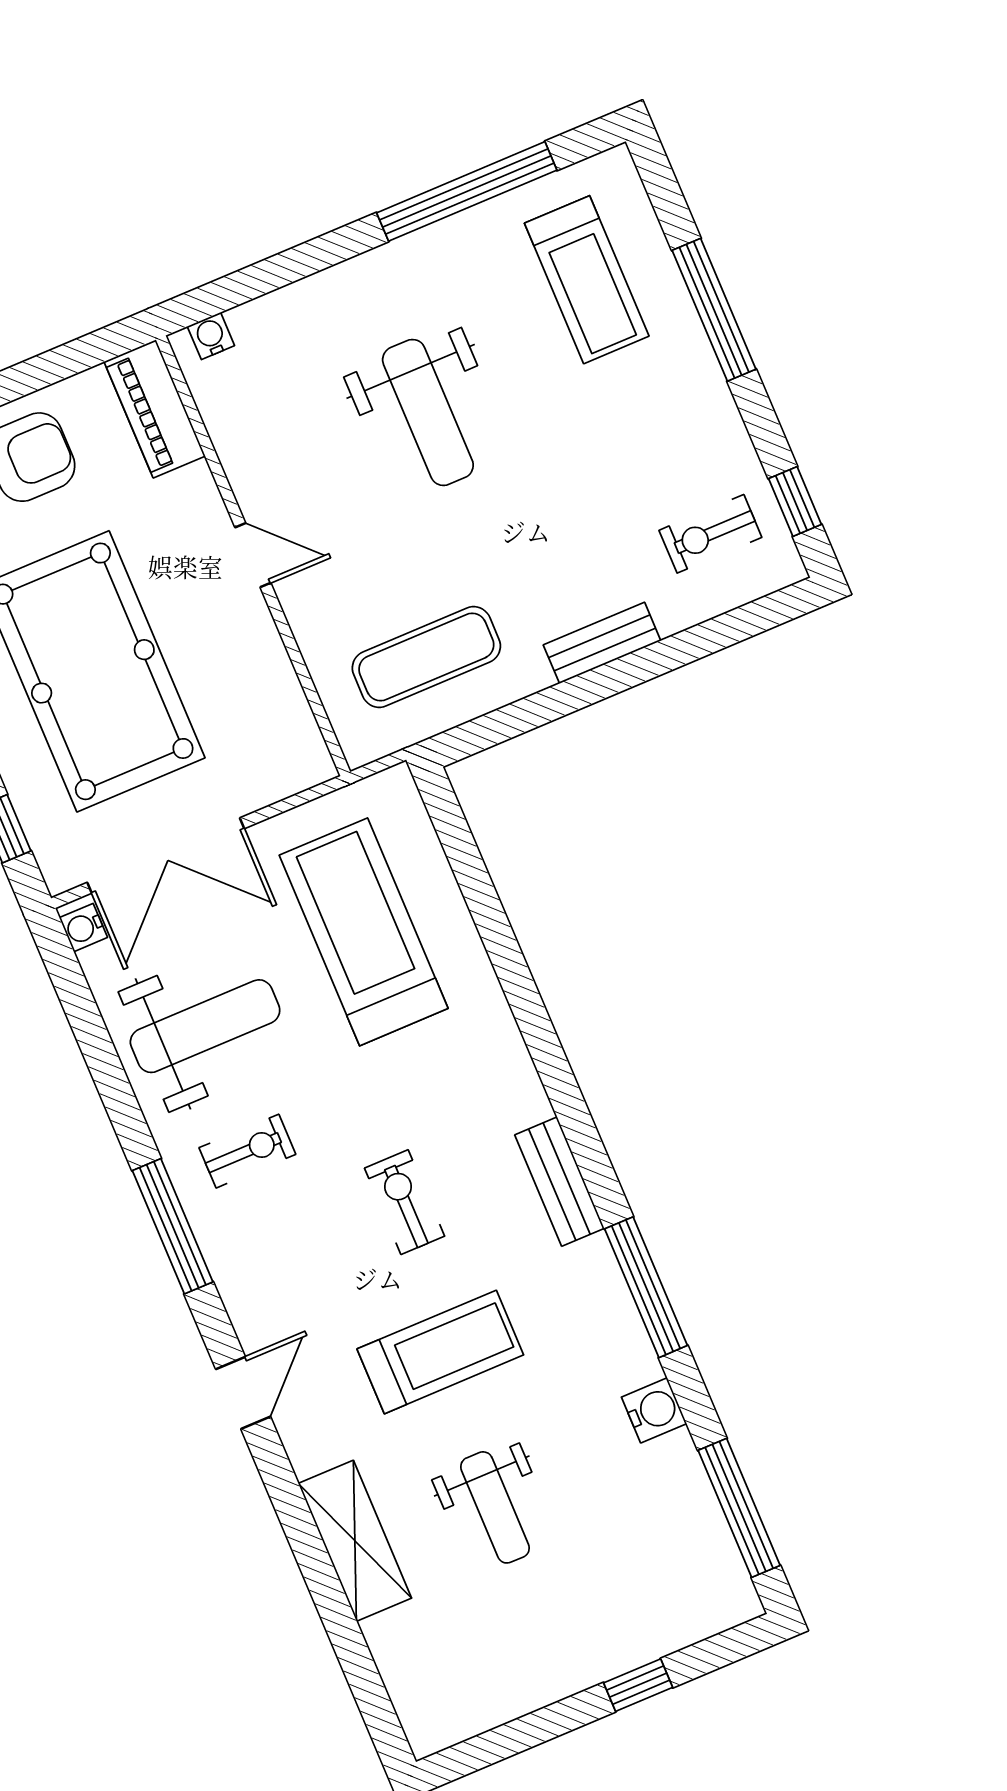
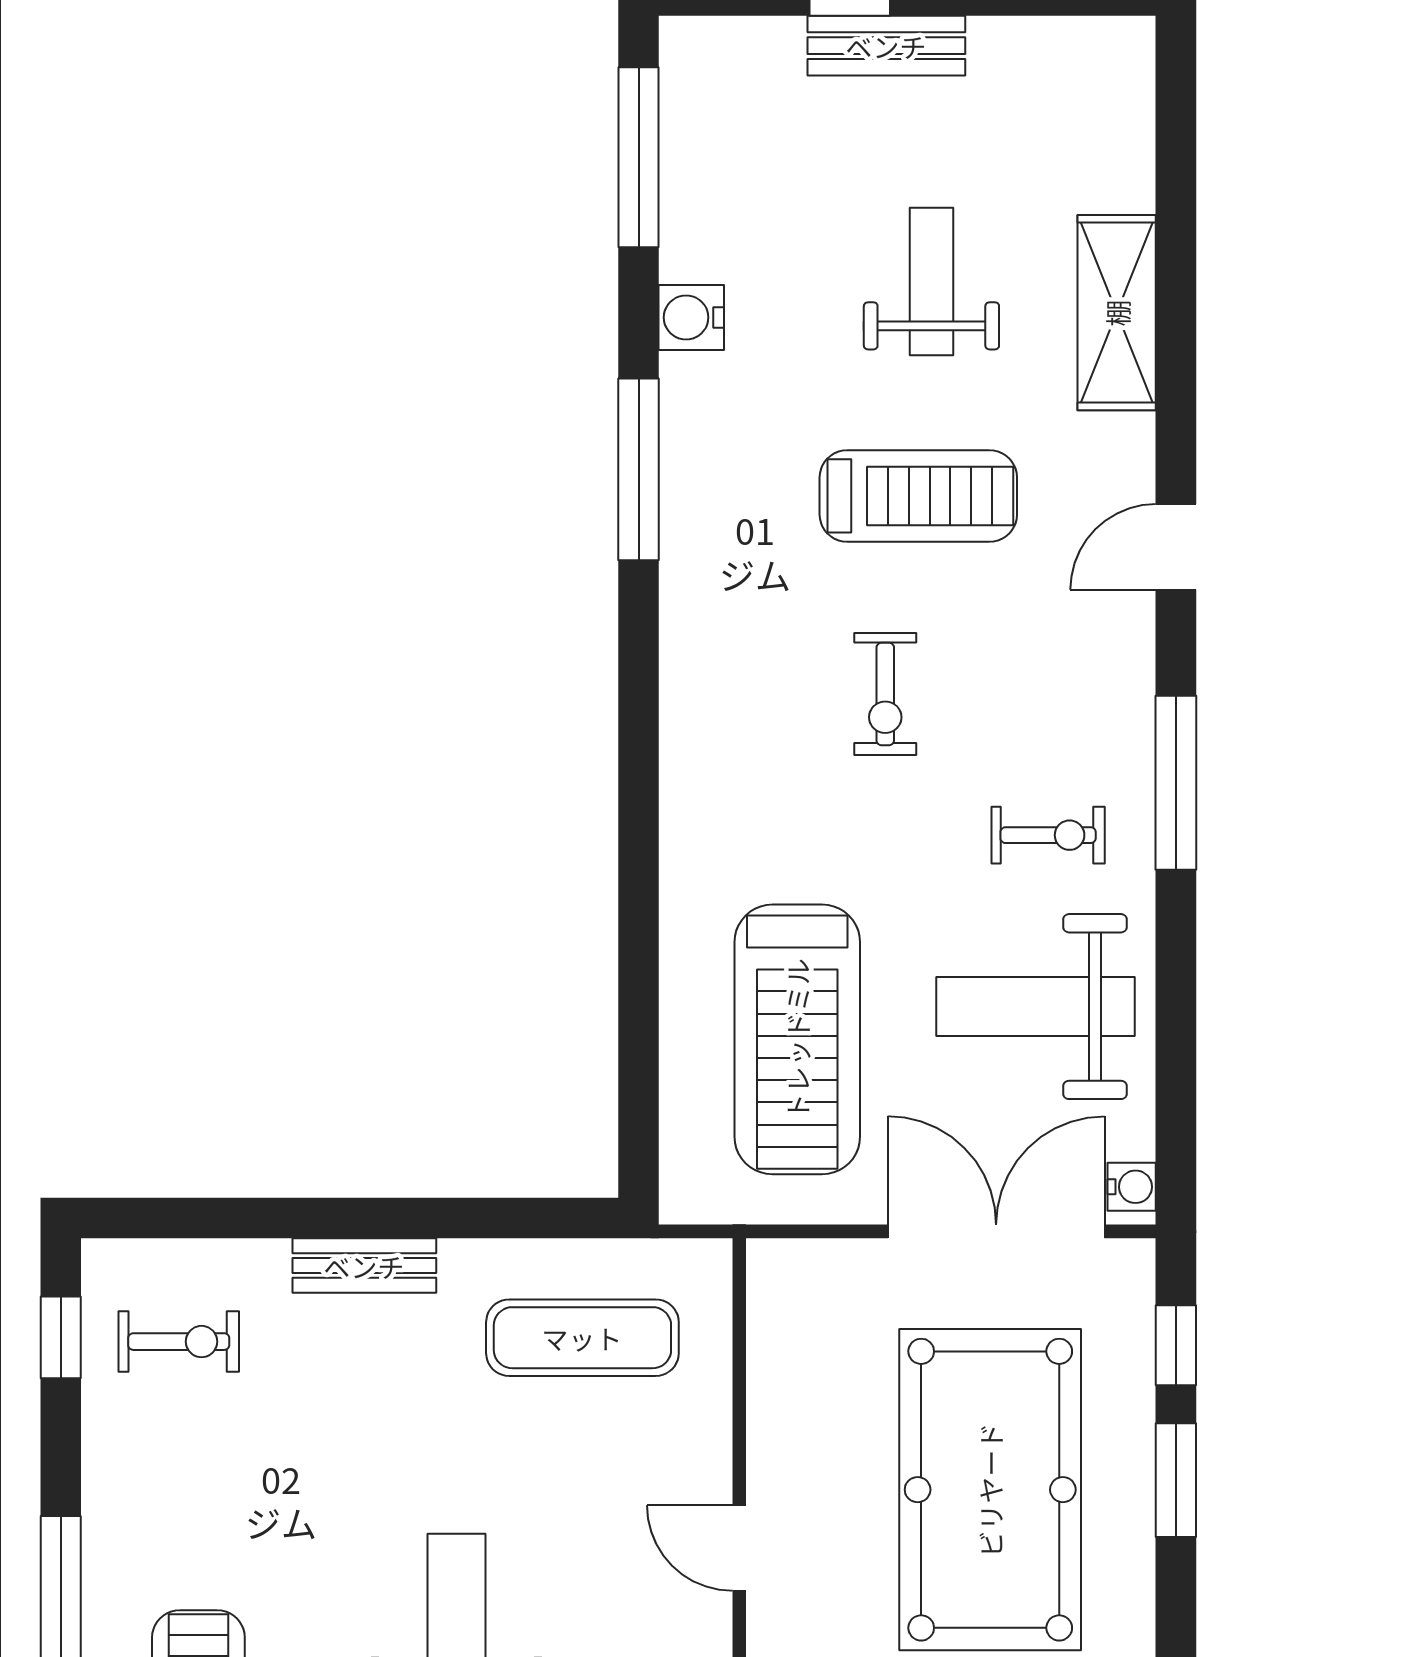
exercise bike: (247, 1151) -> (1048, 835), turned 180
bench: (559, 1182) -> (886, 46), moved, turned 90
treadmill: (440, 1352) -> (918, 496), turned 180

